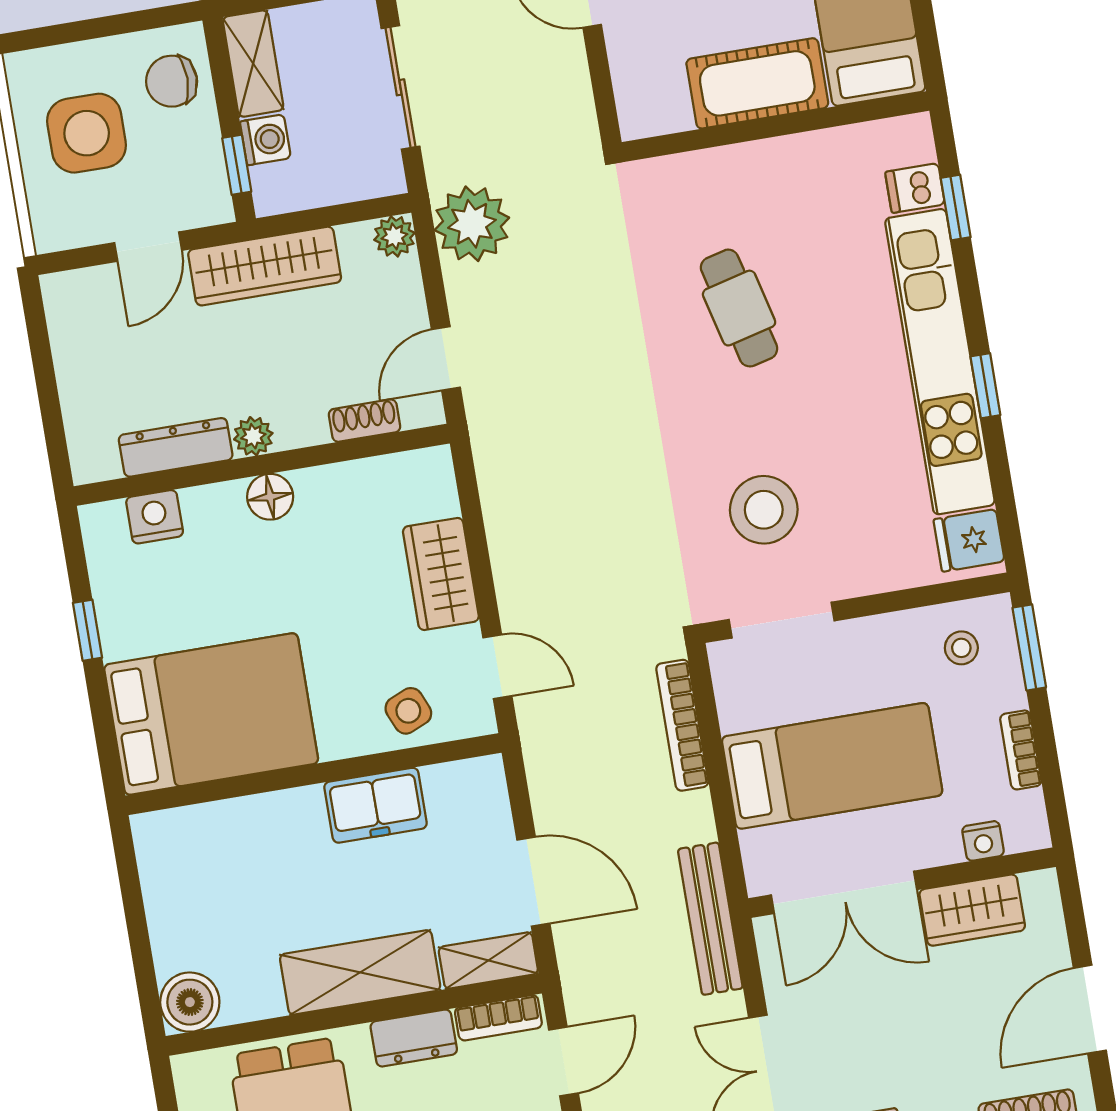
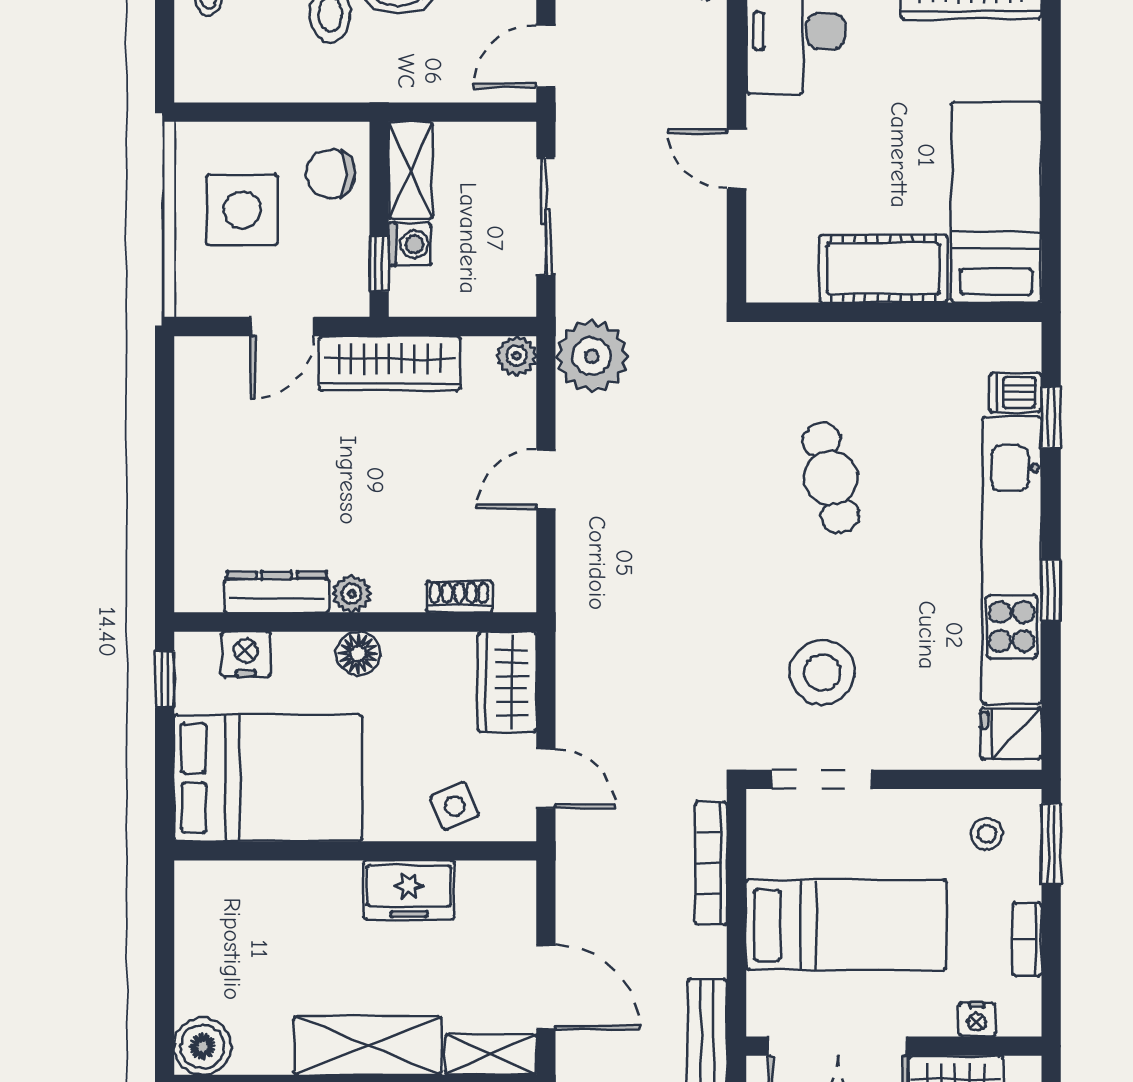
shoe rack: (364, 421) -> (459, 597), moved
plant: (253, 436) -> (352, 594), moved
dresser: (176, 447) -> (277, 592), moved
wall: (262, 465) -> (355, 622), moved
floor lamp: (270, 497) -> (358, 654), moved
nightstand: (155, 517) -> (246, 654), moved

